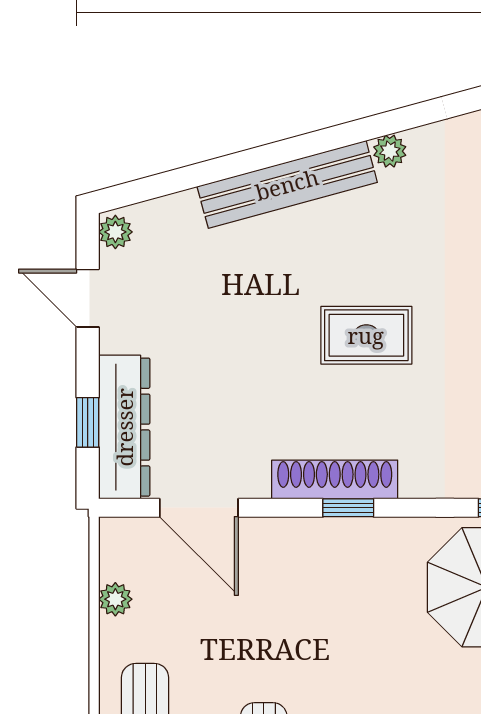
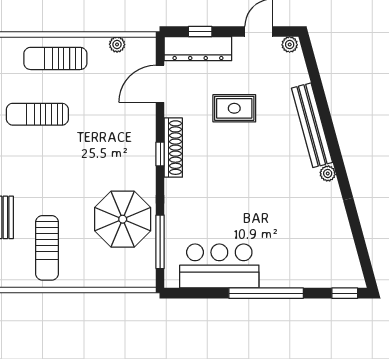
rug: (366, 335) -> (234, 108), moved, turned 90

